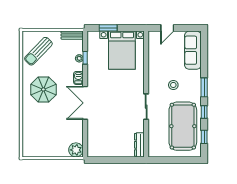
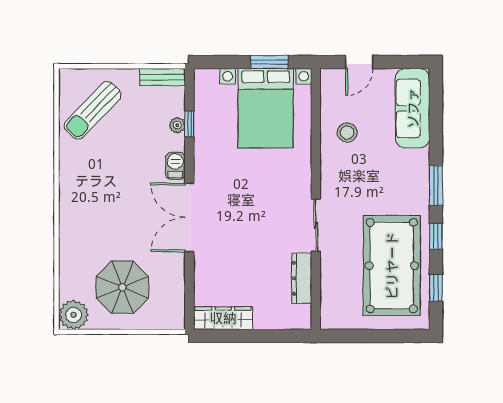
window: (108, 28) -> (269, 62), moved
stool: (173, 85) -> (347, 133), moved
parasol: (43, 89) -> (122, 287), moved
dresser: (139, 145) -> (302, 278), moved
plant: (76, 150) -> (73, 315), moved
wardrobe: (101, 152) -> (223, 318), added

